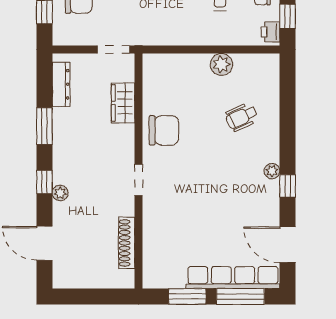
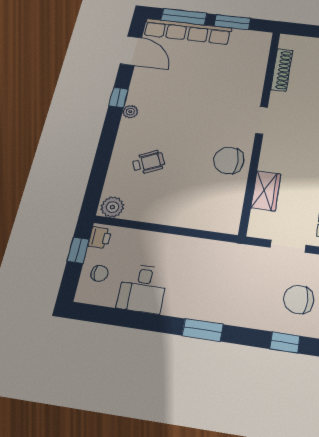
doorway: (113, 49) -> (288, 246), moved
plant: (221, 64) -> (112, 207), moved

